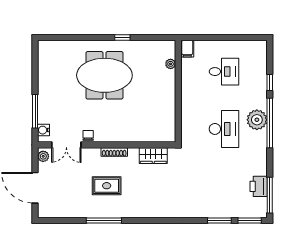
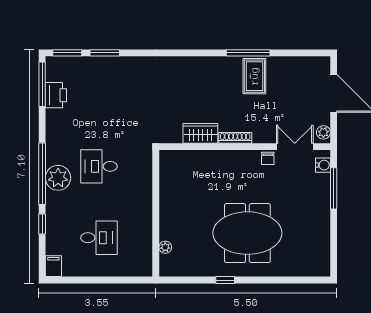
filing cabinet: (187, 49) -> (53, 266), moved
desk: (224, 72) -> (99, 238), turned 180
desk: (224, 129) -> (99, 166), width x0.73
wardrobe: (153, 156) -> (200, 133), moved
rug: (107, 186) -> (254, 76), moved, turned 90

